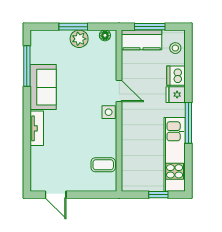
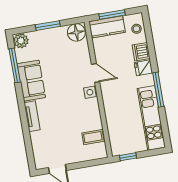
floor lamp: (105, 35) -> (76, 32), width x1.89, depth x1.89
plant: (79, 39) -> (21, 41), moved
window: (158, 195) -> (128, 157), moved

